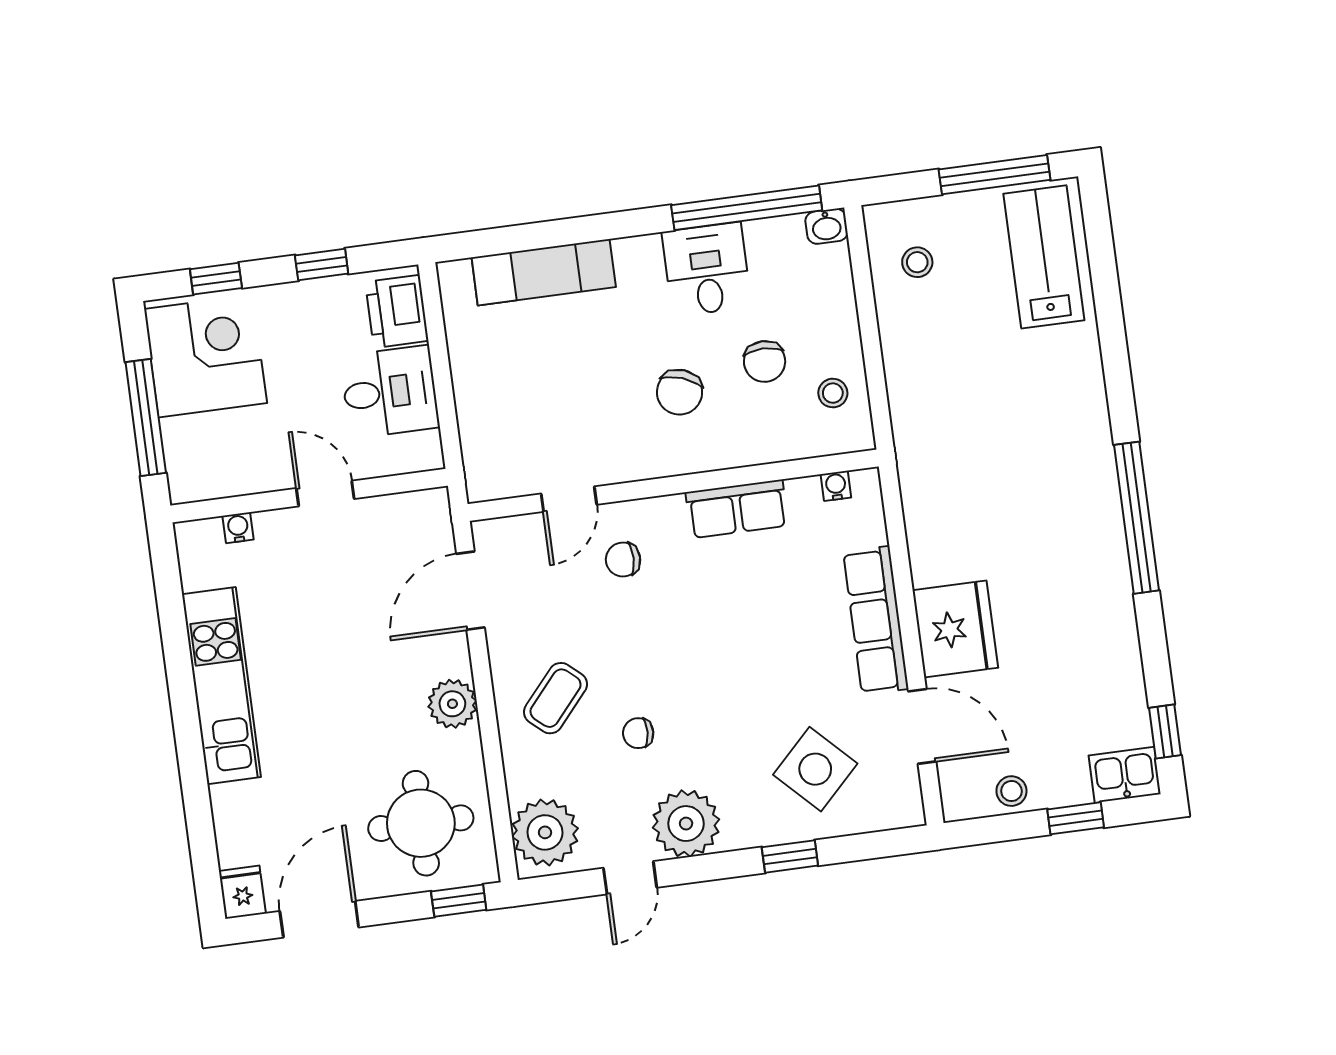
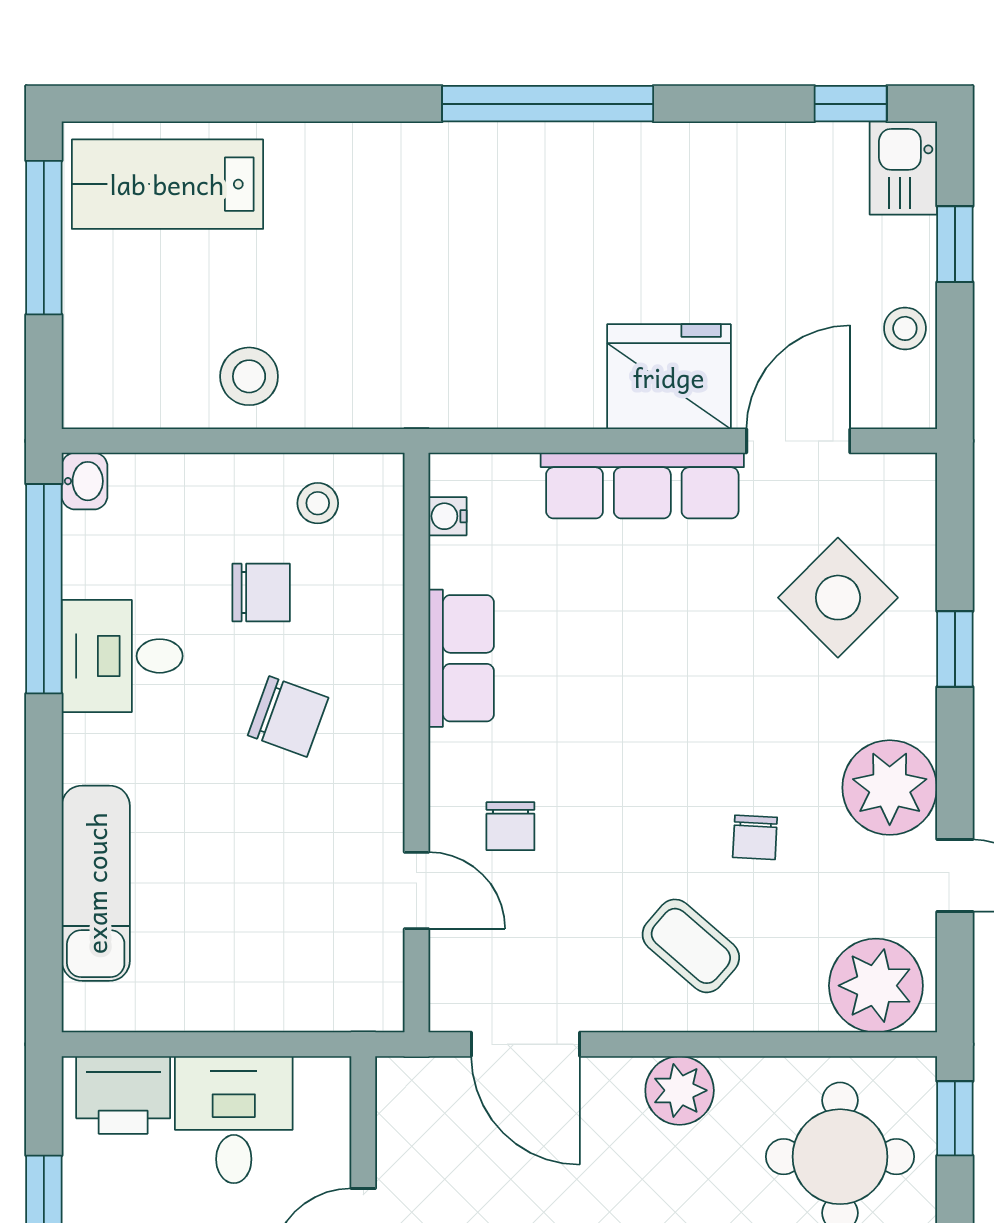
stool: (917, 262) -> (249, 376), moved, width x1.37, depth x1.37

